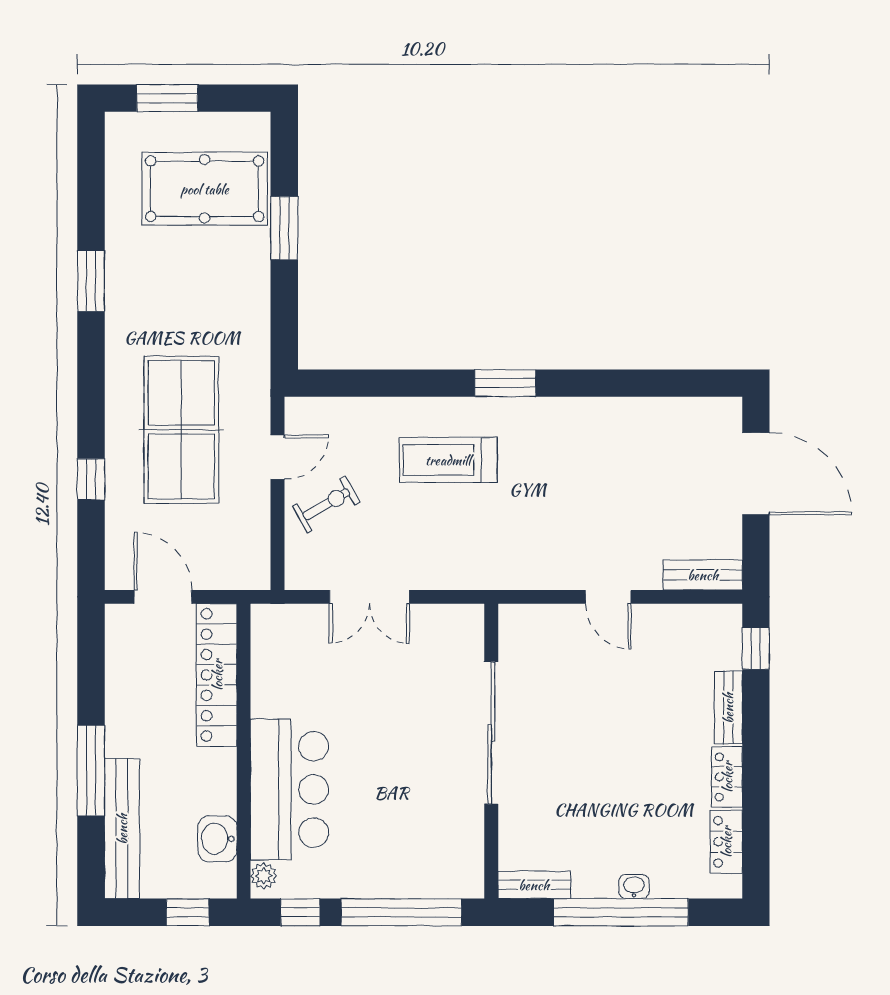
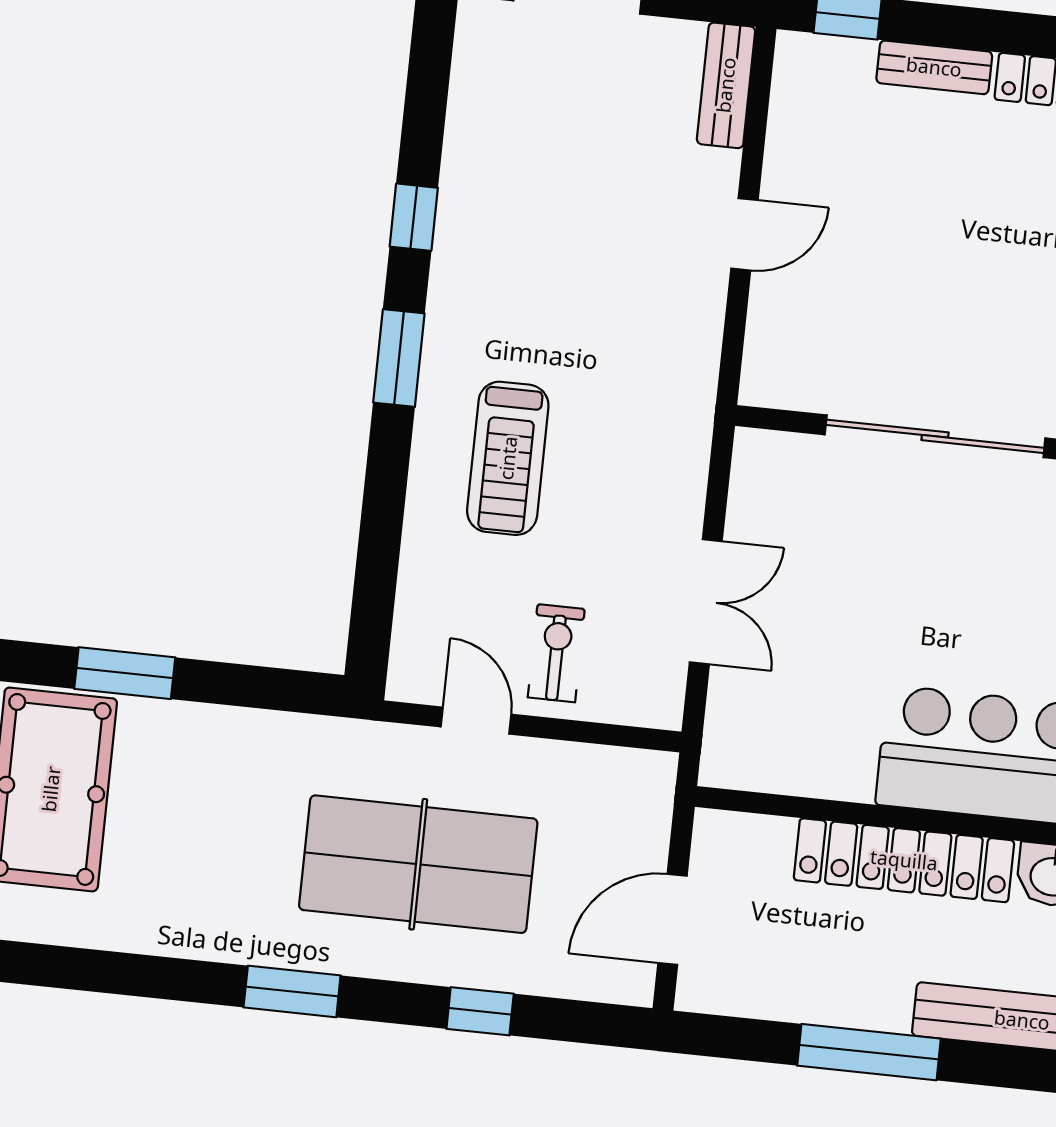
window: (91, 281) -> (292, 991), moved
window: (597, 383) -> (414, 217), added
exercise bike: (326, 504) -> (556, 653), turned 30
locker: (217, 675) -> (904, 860), moved
window: (91, 770) -> (869, 1052), moved

